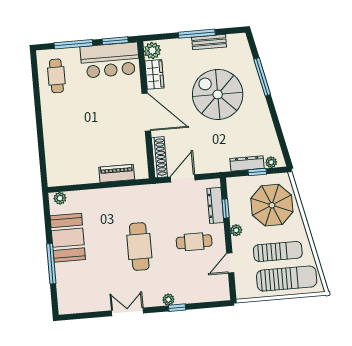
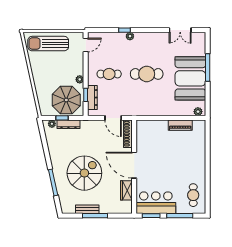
plant: (152, 51) -> (126, 207), removed
spiral stairs: (218, 94) -> (84, 173), turned -90
piano: (117, 173) -> (180, 125), moved
door: (183, 178) -> (113, 118), hinge flipped
parasol: (272, 205) -> (66, 100), moved
booth: (68, 238) -> (190, 78), width x1.36, depth x1.42
cafe table: (139, 246) -> (147, 74), turned 90
sun lounger: (278, 252) -> (53, 62), removed
door: (230, 263) -> (86, 45), moved
double door: (127, 312) -> (180, 30), moved

